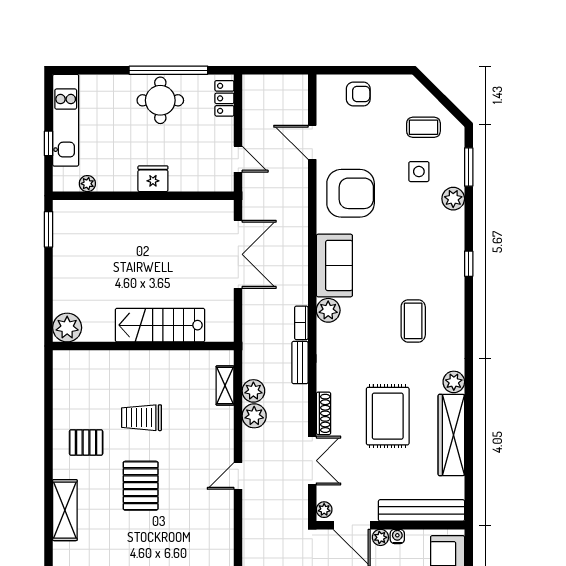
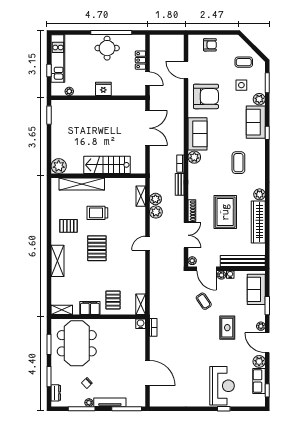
locker: (224, 98) -> (140, 60), moved
sofa: (446, 243) -> (256, 122), added
shelving: (112, 362) -> (82, 184), added

